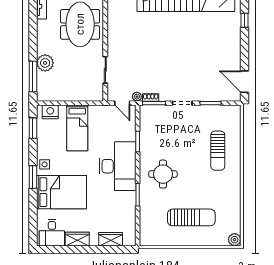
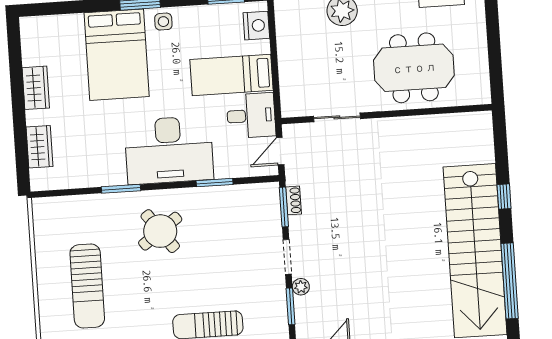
plant: (137, 97) -> (301, 287), moved
round table: (163, 174) -> (160, 231), turned -36
desk: (52, 233) -> (251, 116), moved, turned 180

